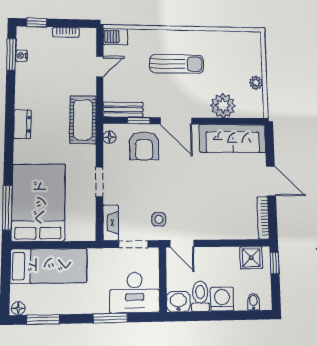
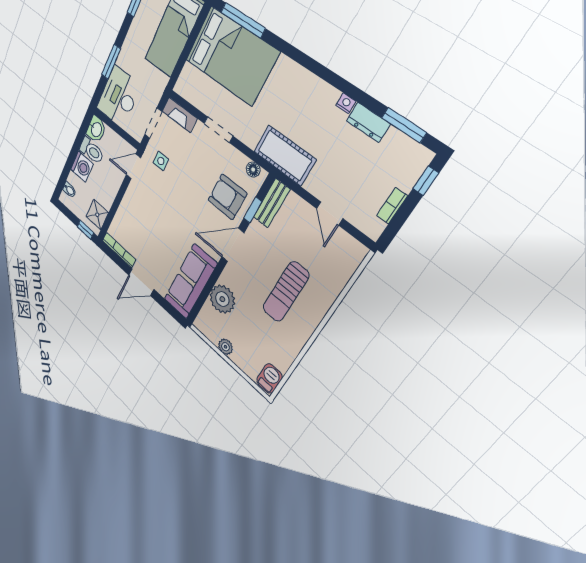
barbecue: (115, 37) -> (269, 378), moved
nightstand: (21, 56) -> (346, 103), moved
dresser: (22, 124) -> (368, 122), moved

